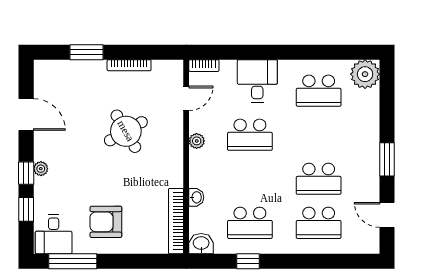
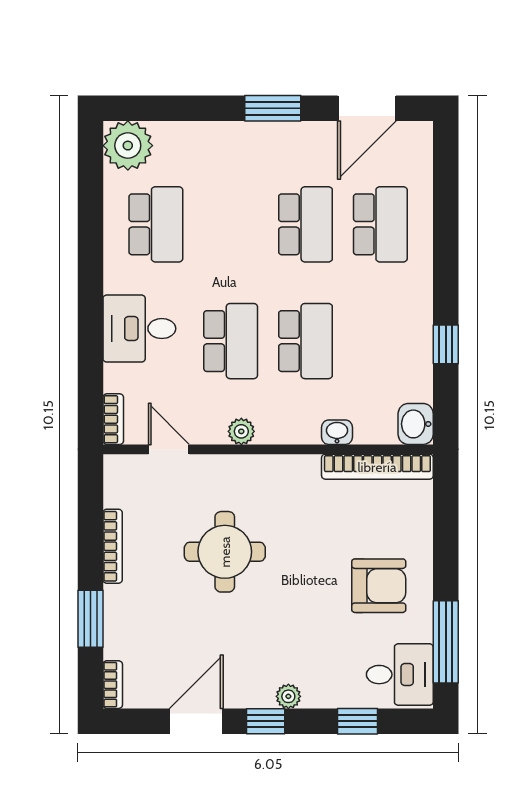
bookcase: (48, 65) -> (113, 685), added
round table: (126, 131) -> (225, 552), turned 30
window: (26, 173) -> (266, 721), moved
door: (387, 215) -> (367, 108), width x1.38
armchair: (106, 222) -> (379, 586), turned -90
school desk: (250, 223) -> (306, 341), moved

